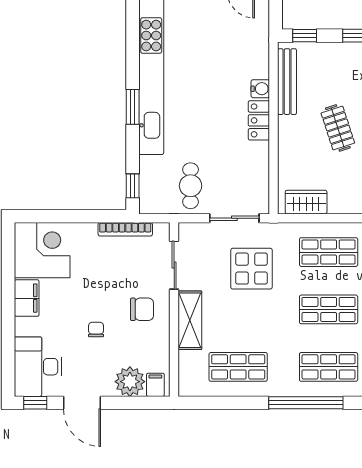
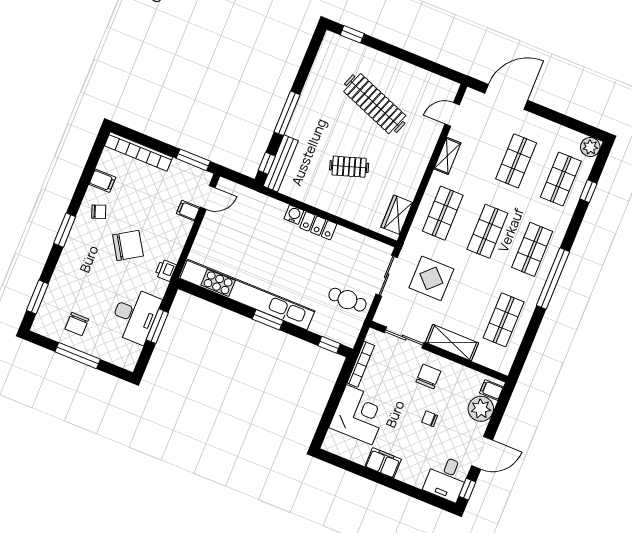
bench: (287, 82) -> (281, 163), moved, turned 90
corner desk: (42, 250) -> (359, 415), moved, turned 90
desk: (38, 367) -> (446, 478), width x0.73

